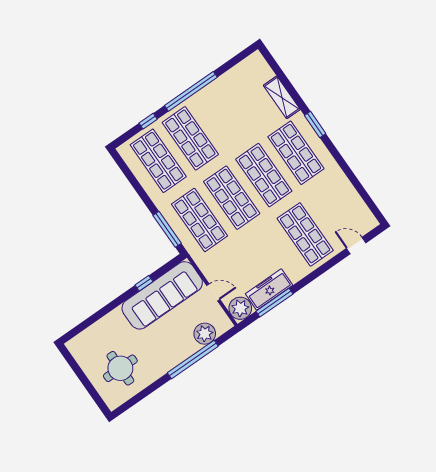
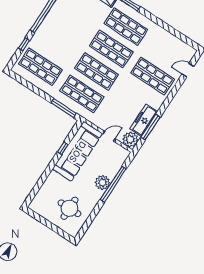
shop shelf: (190, 138) -> (55, 44), removed
plant: (205, 334) -> (103, 183), moved

